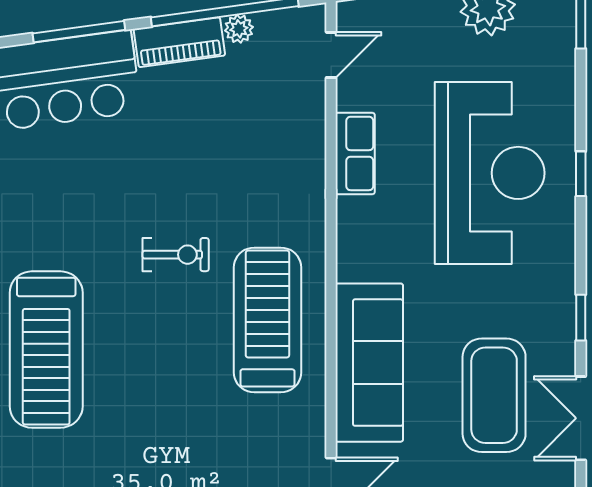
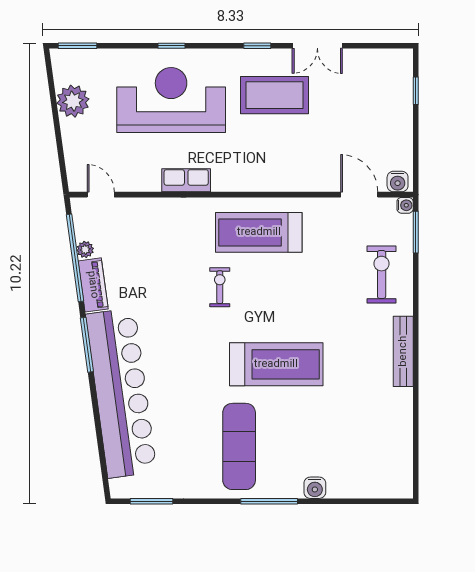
row of seats: (355, 153) -> (186, 180), moved
sofa: (369, 363) -> (284, 172), removed
coffee table: (494, 395) -> (275, 95), moved

